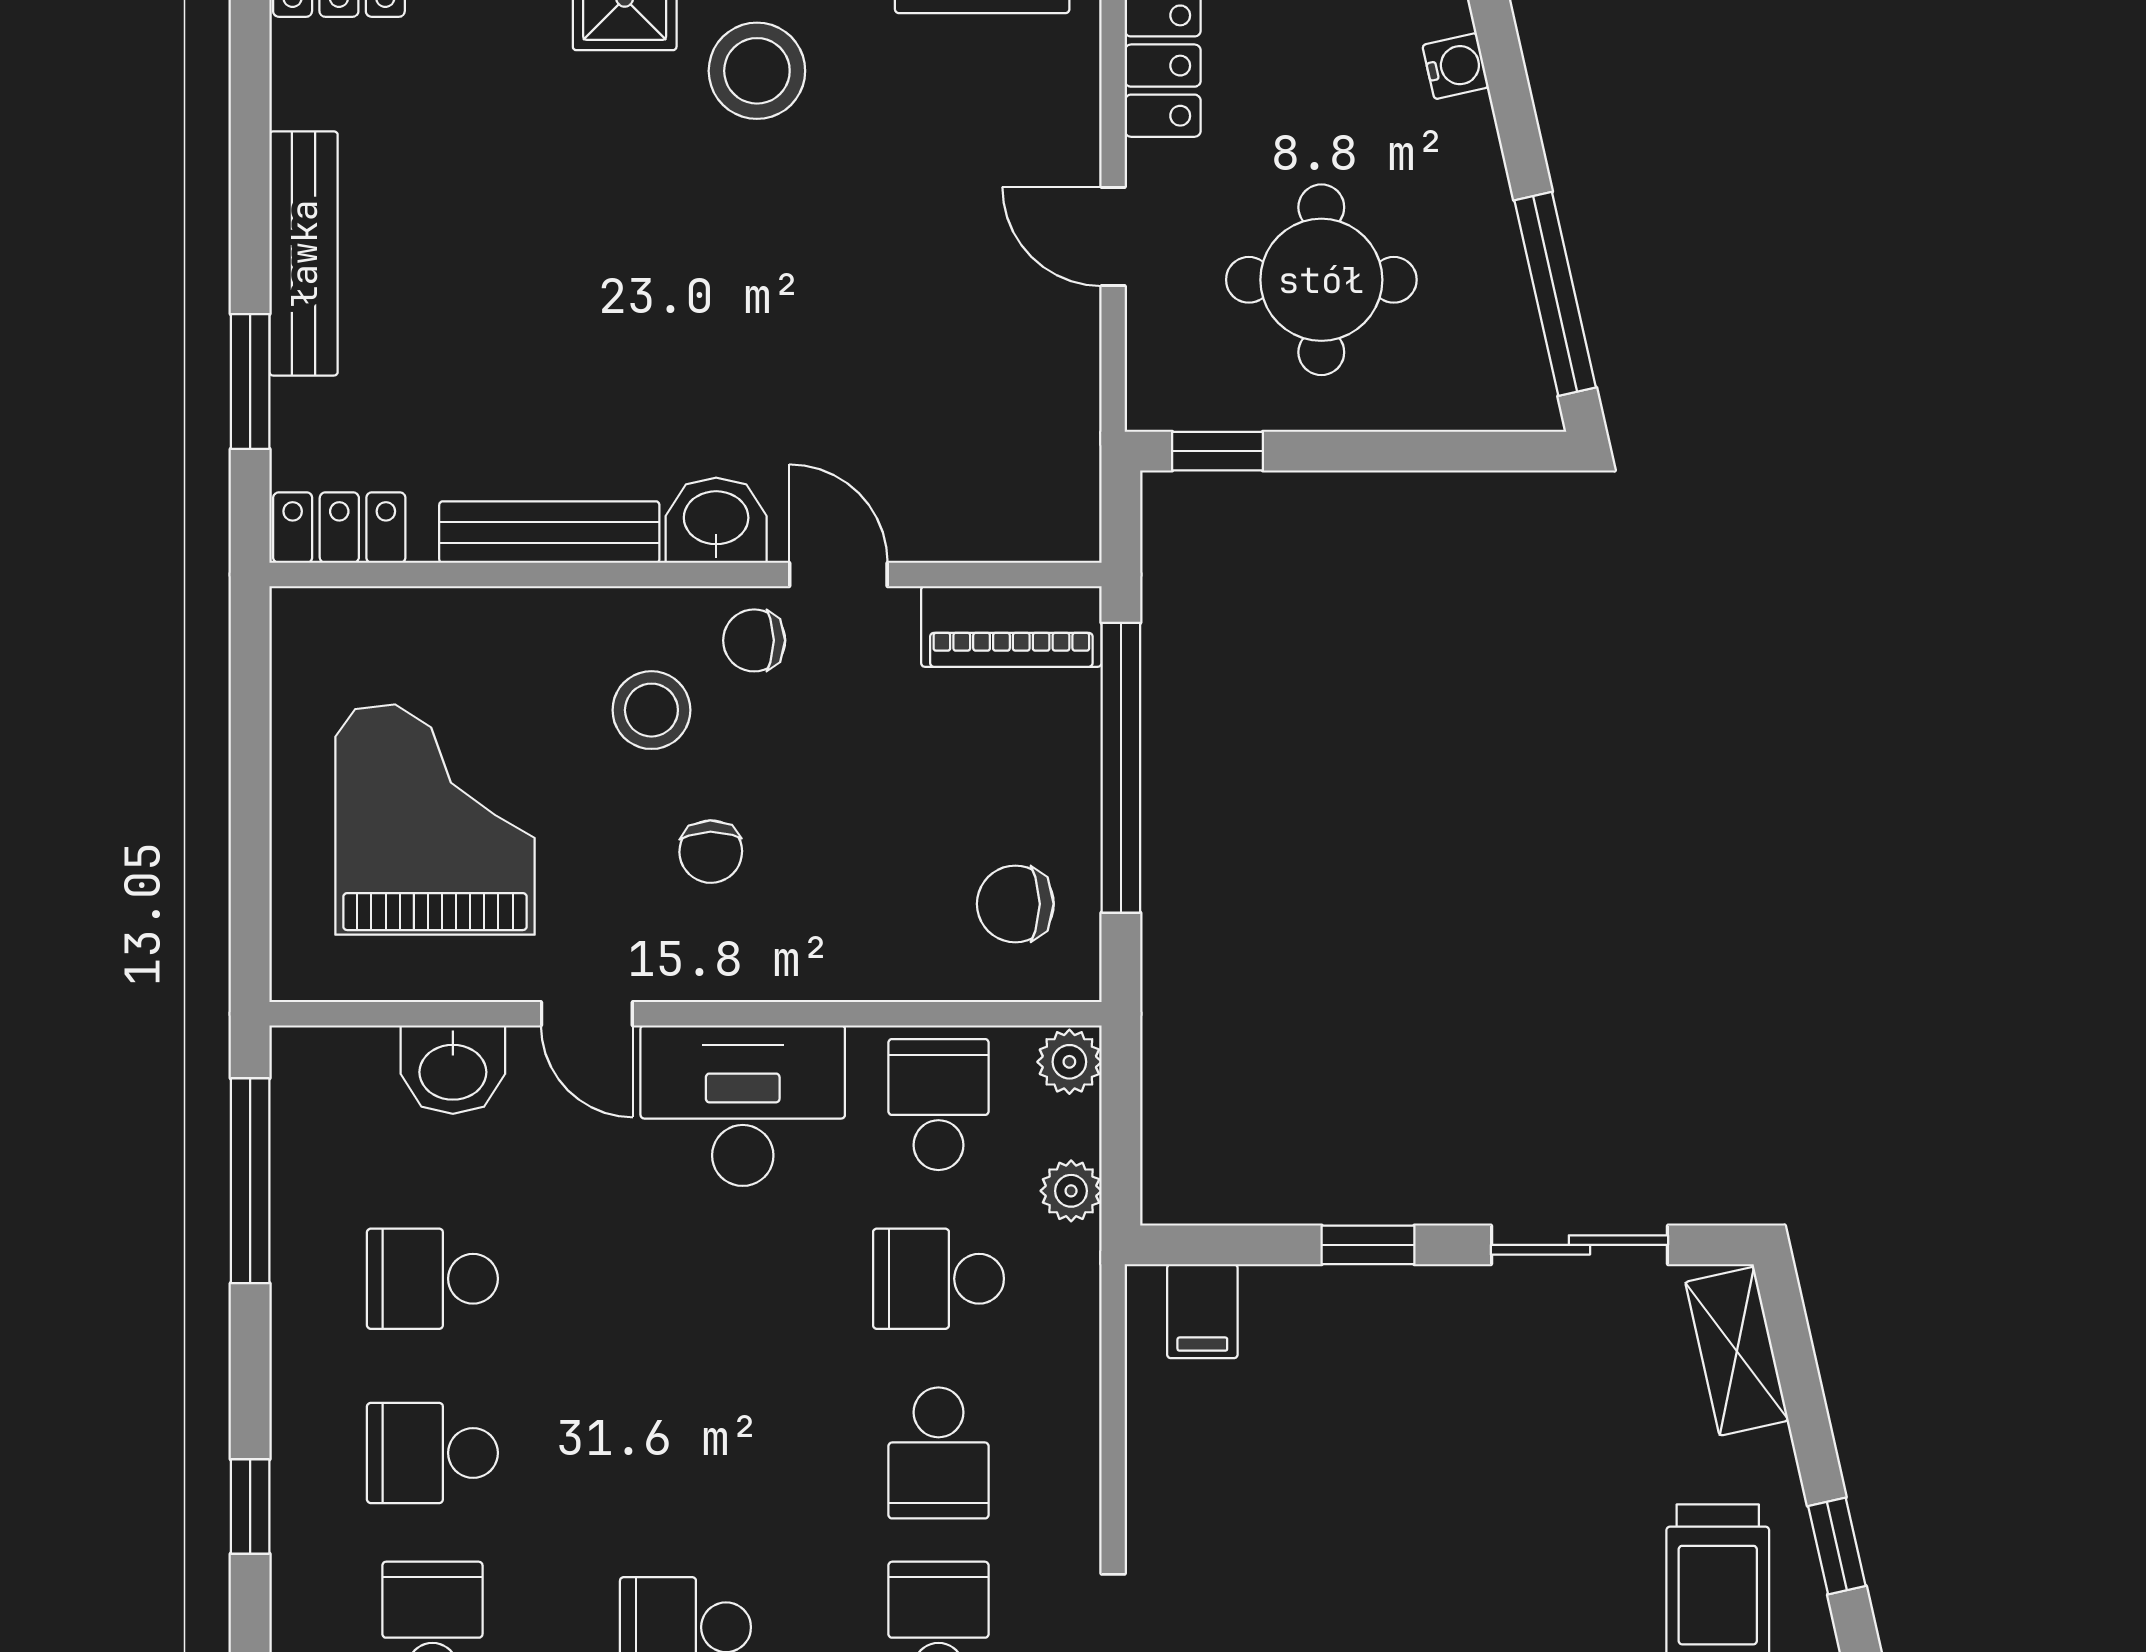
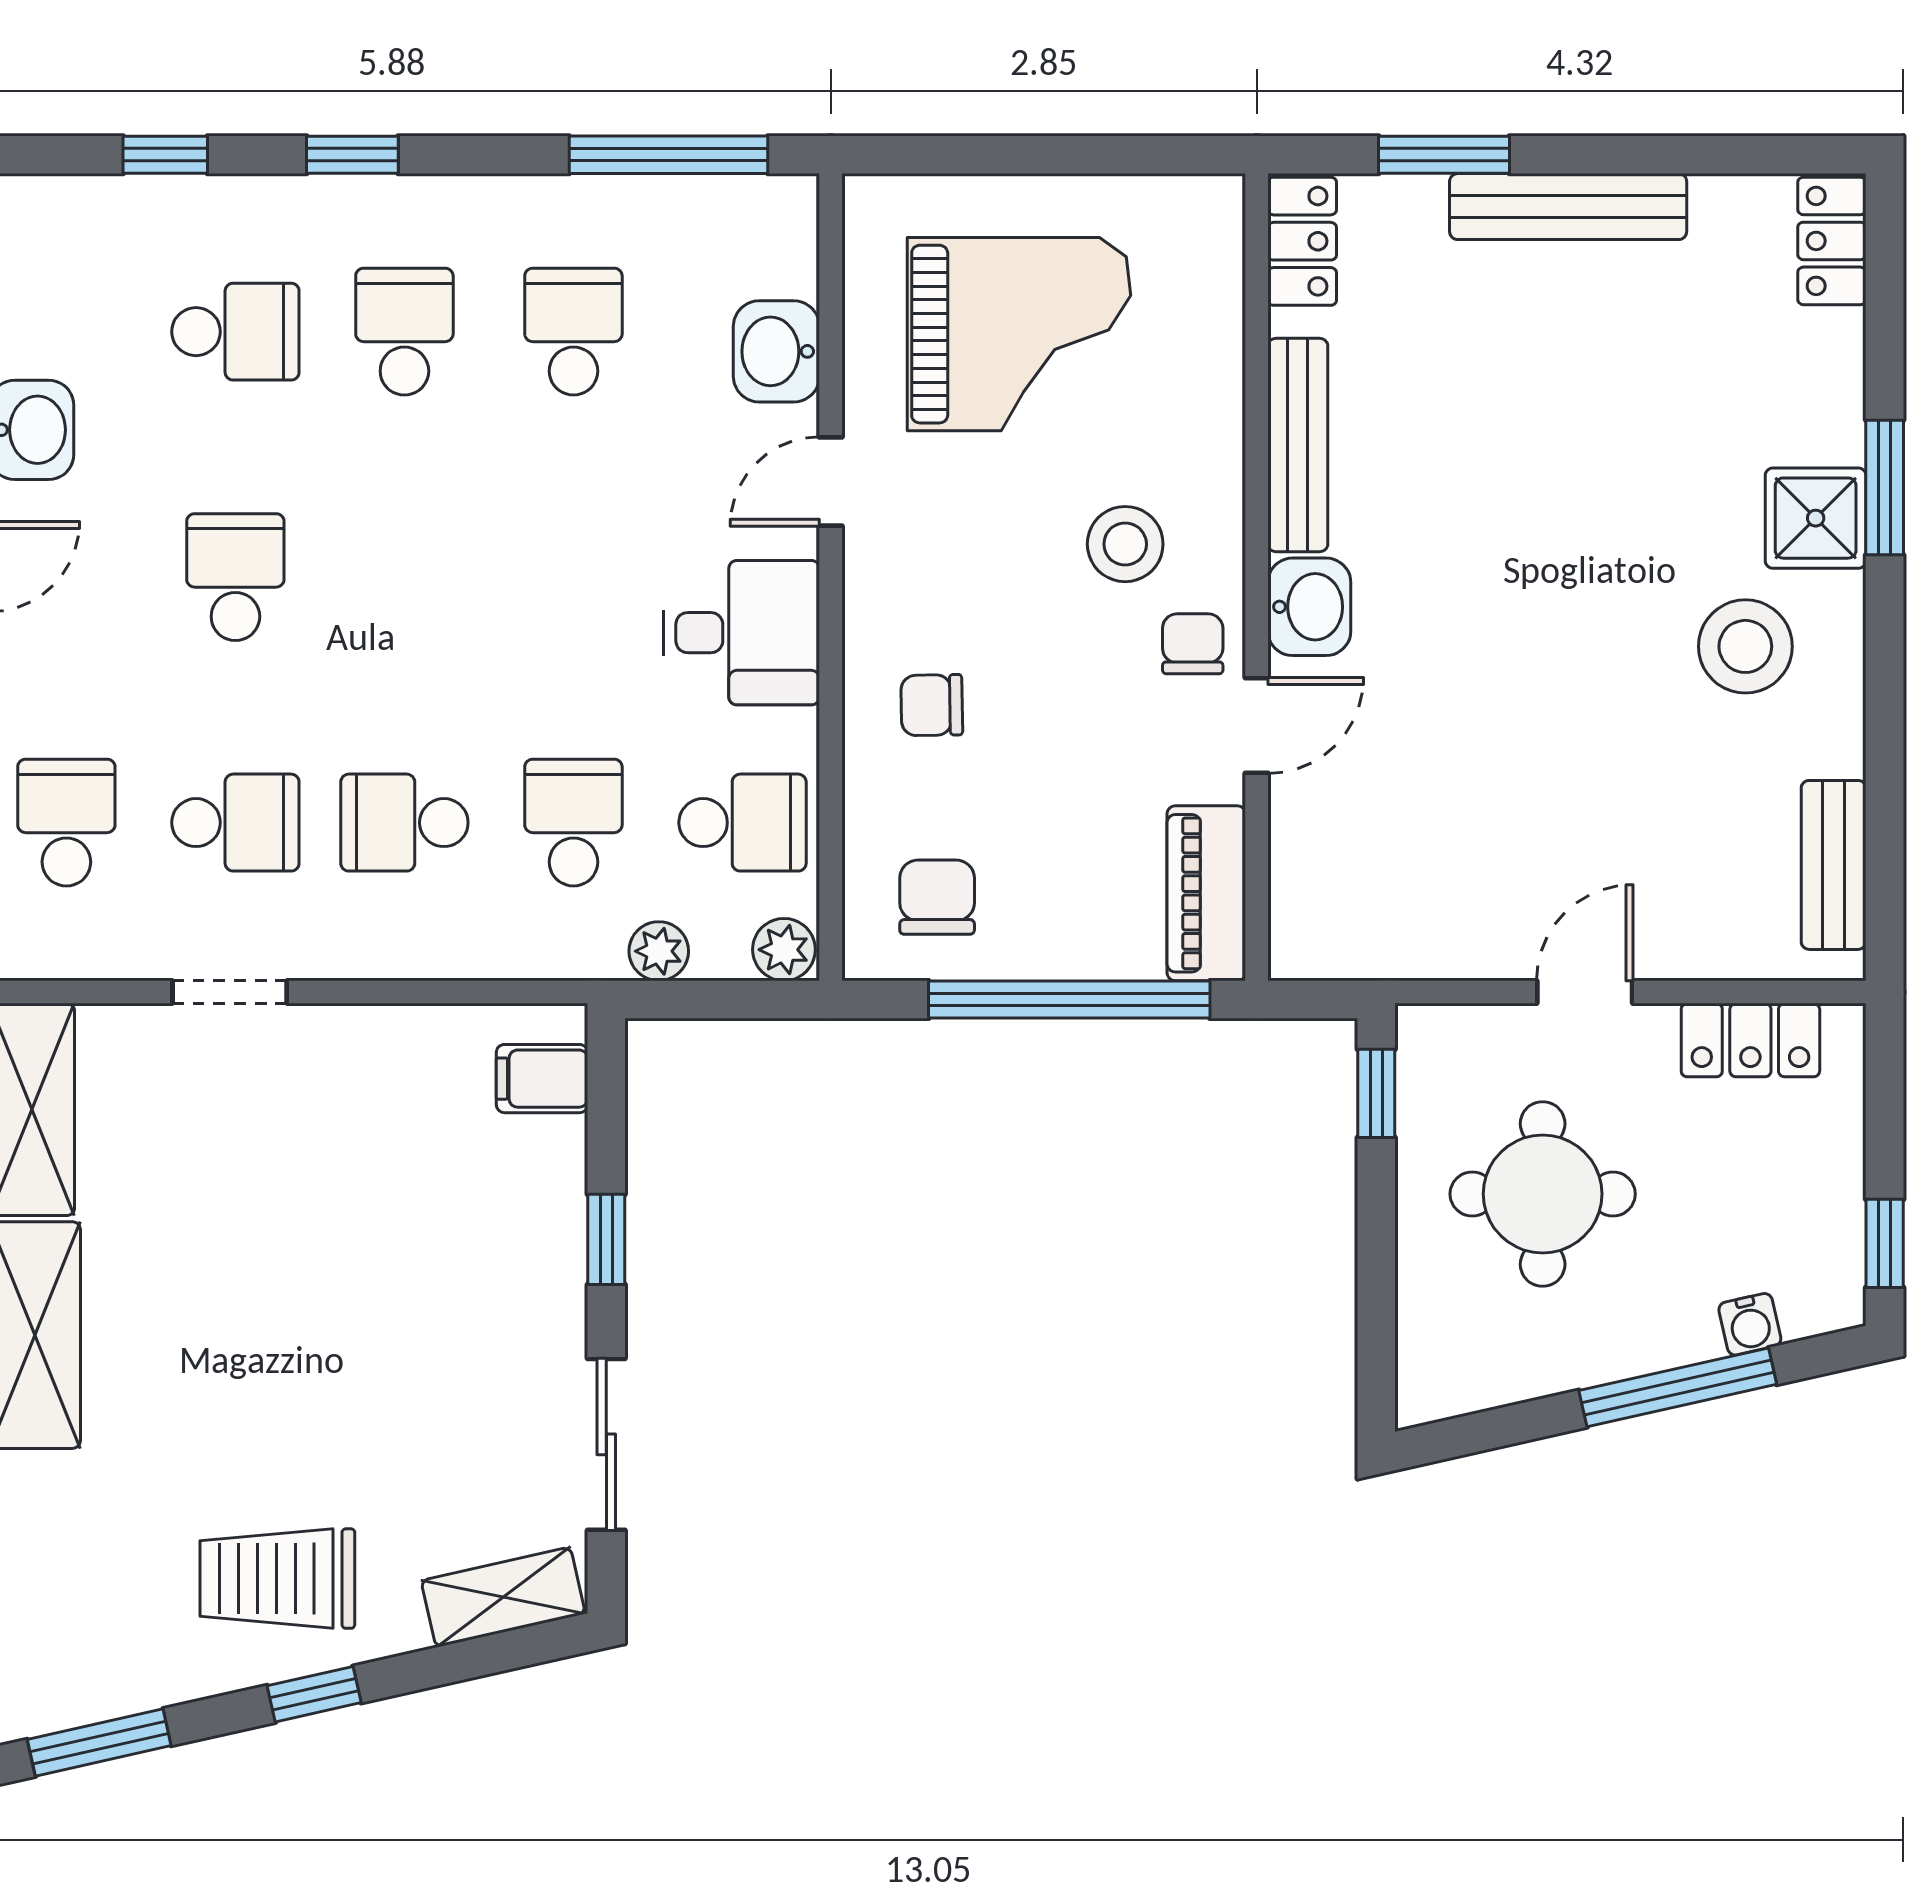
window: (1555, 294) -> (1678, 1387), moved
chair: (711, 852) -> (932, 705), moved
desk: (743, 1106) -> (741, 633), width x0.73

